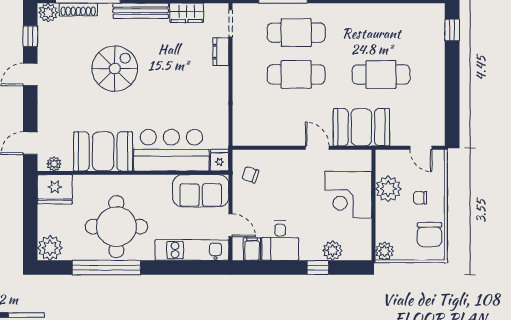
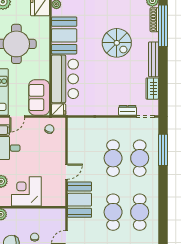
cafe table: (381, 33) -> (140, 212), added
plant: (388, 189) -> (40, 217), removed
corner desk: (348, 195) -> (26, 191), moved

